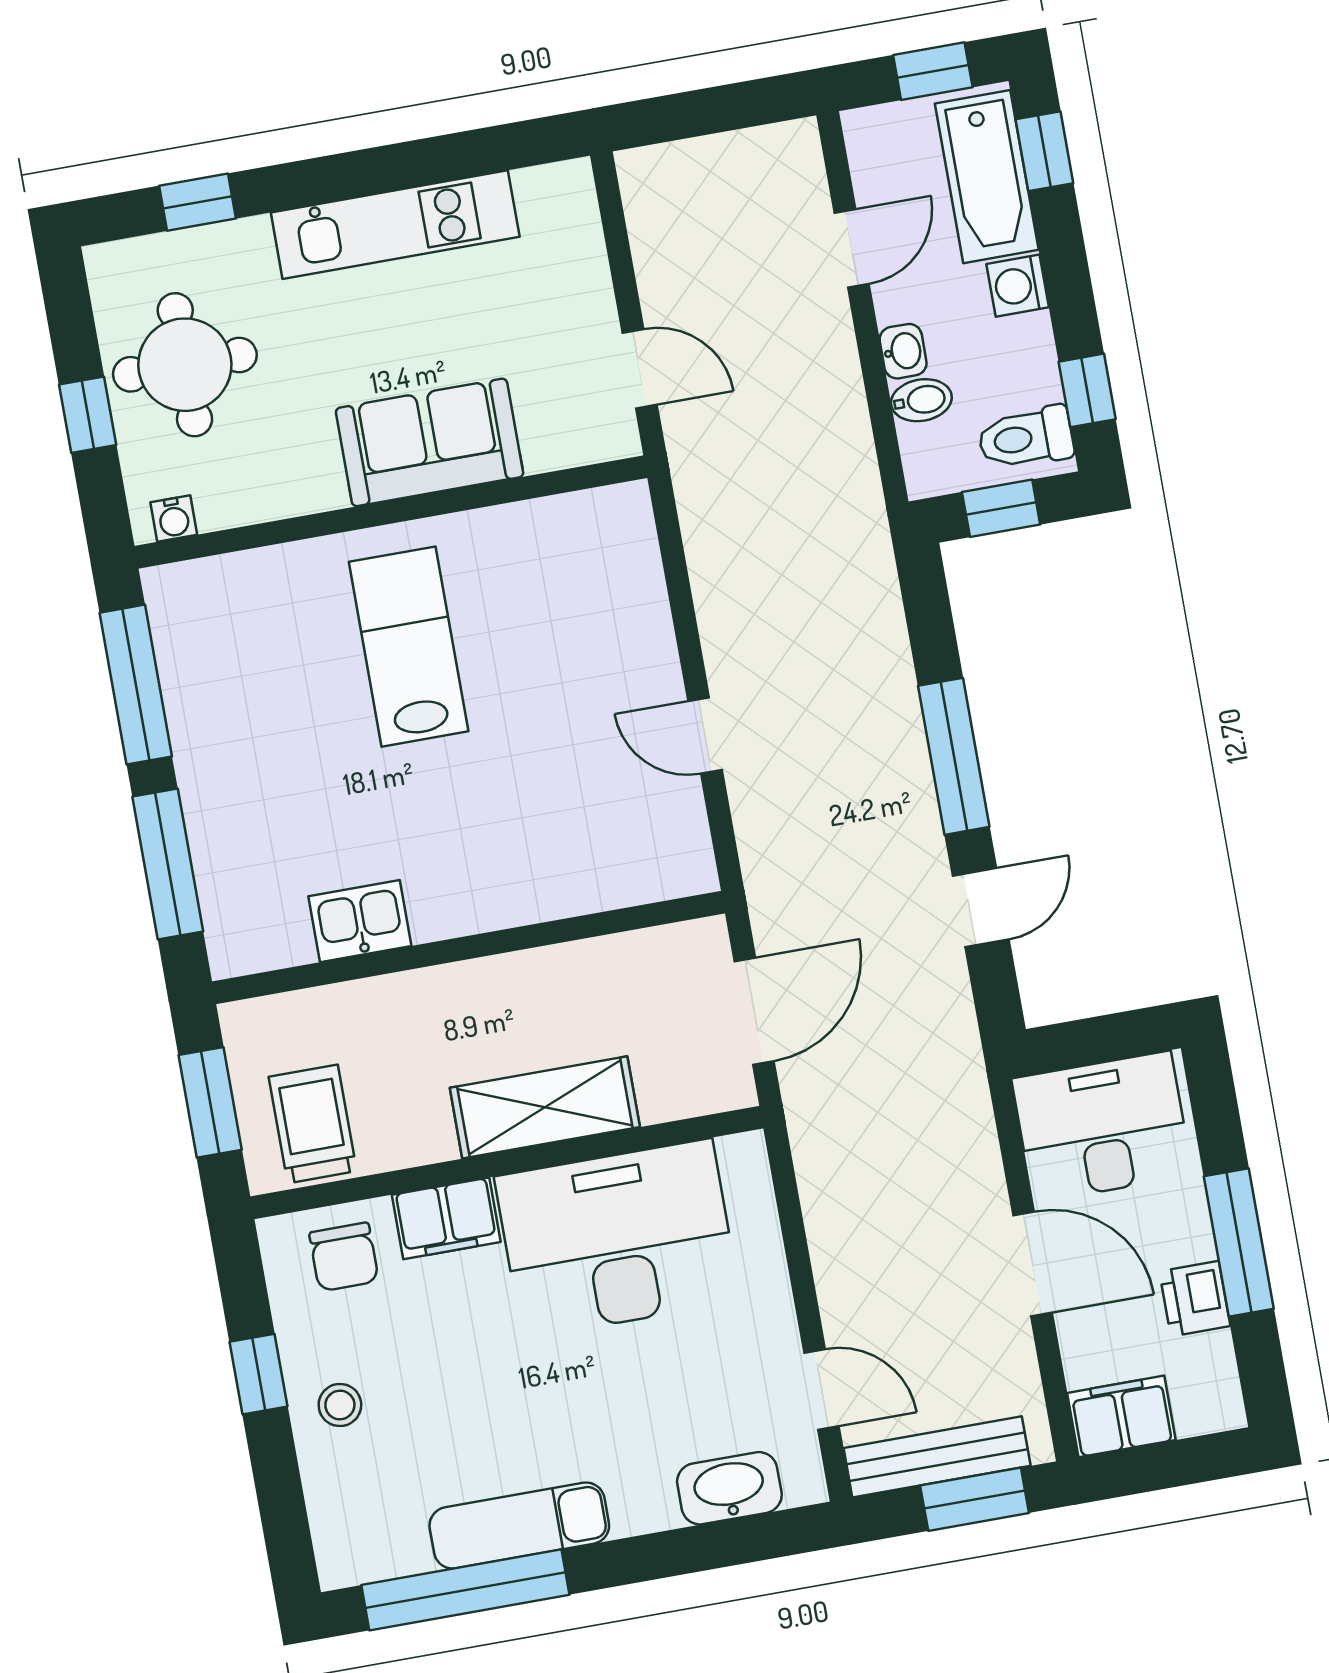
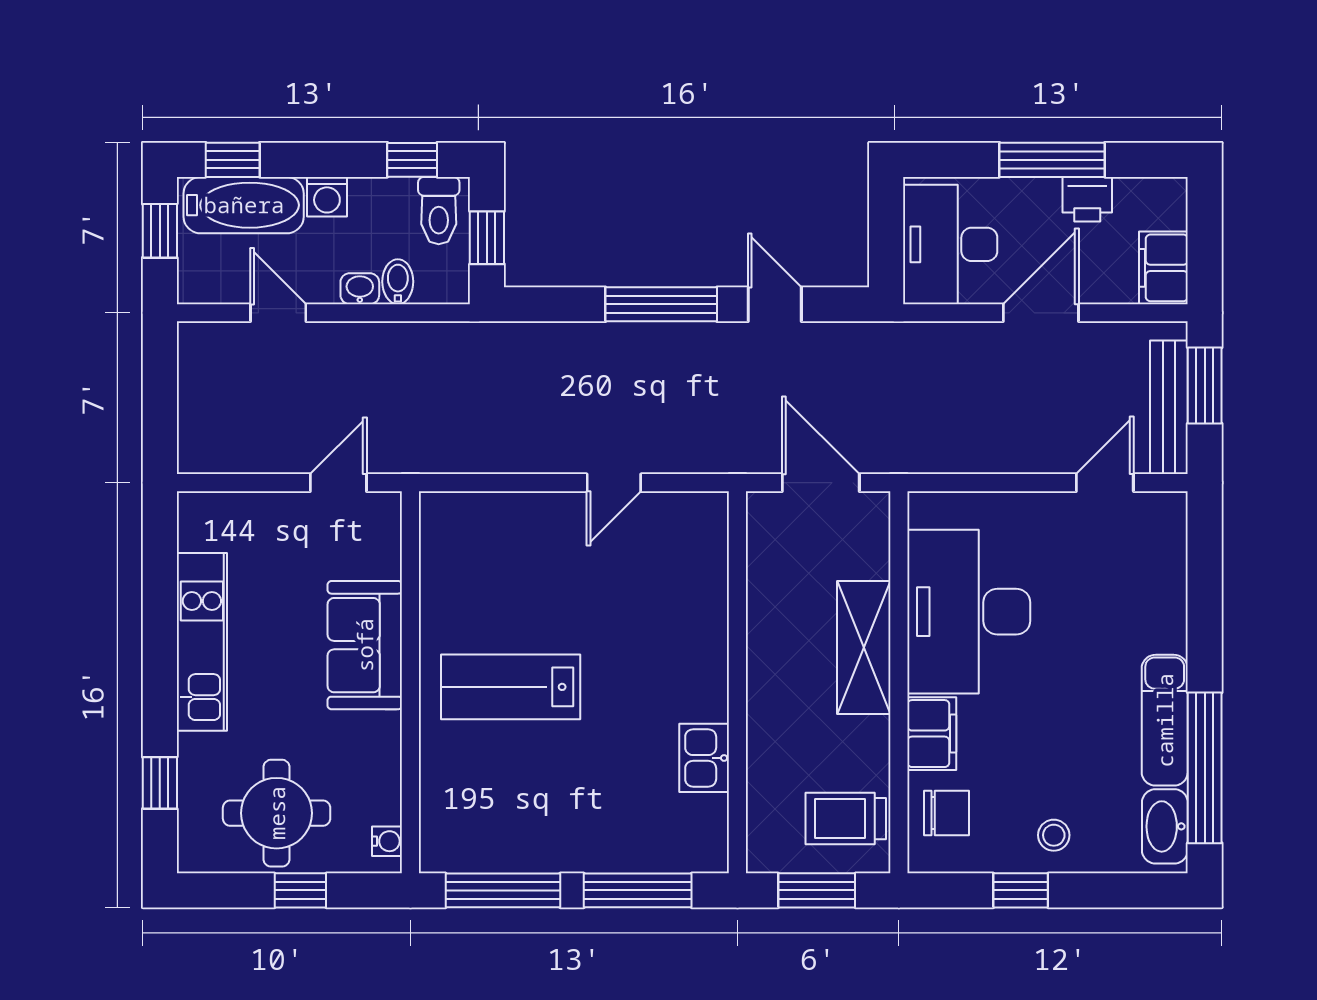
washbasin: (729, 1488) -> (1165, 826), moved

